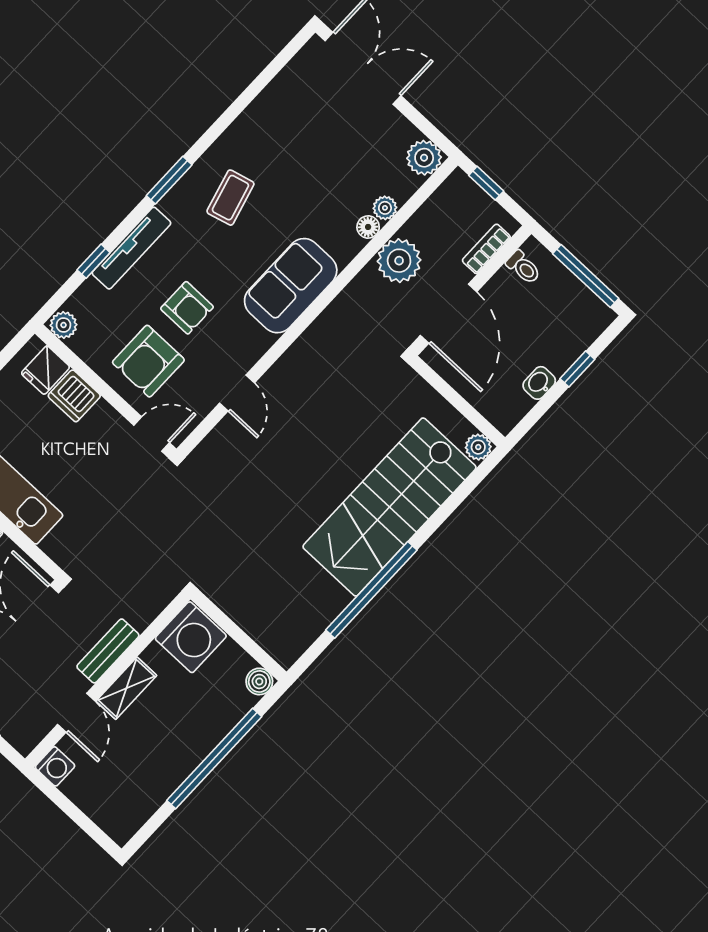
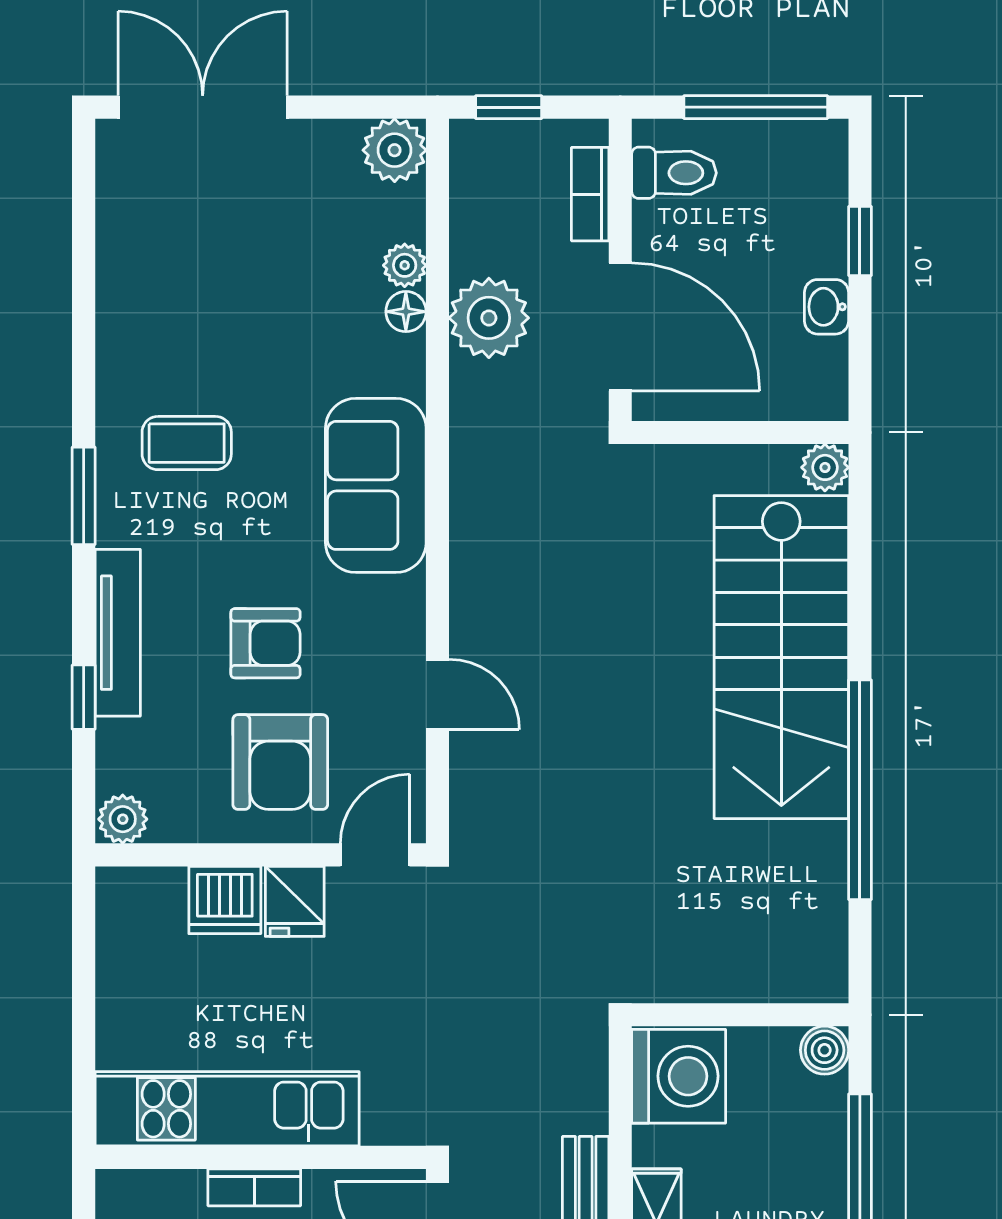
coffee table: (230, 198) -> (187, 443), turned -75
toilet: (523, 267) -> (674, 173), width x1.37, depth x1.39
fridge: (46, 370) -> (295, 901), moved

